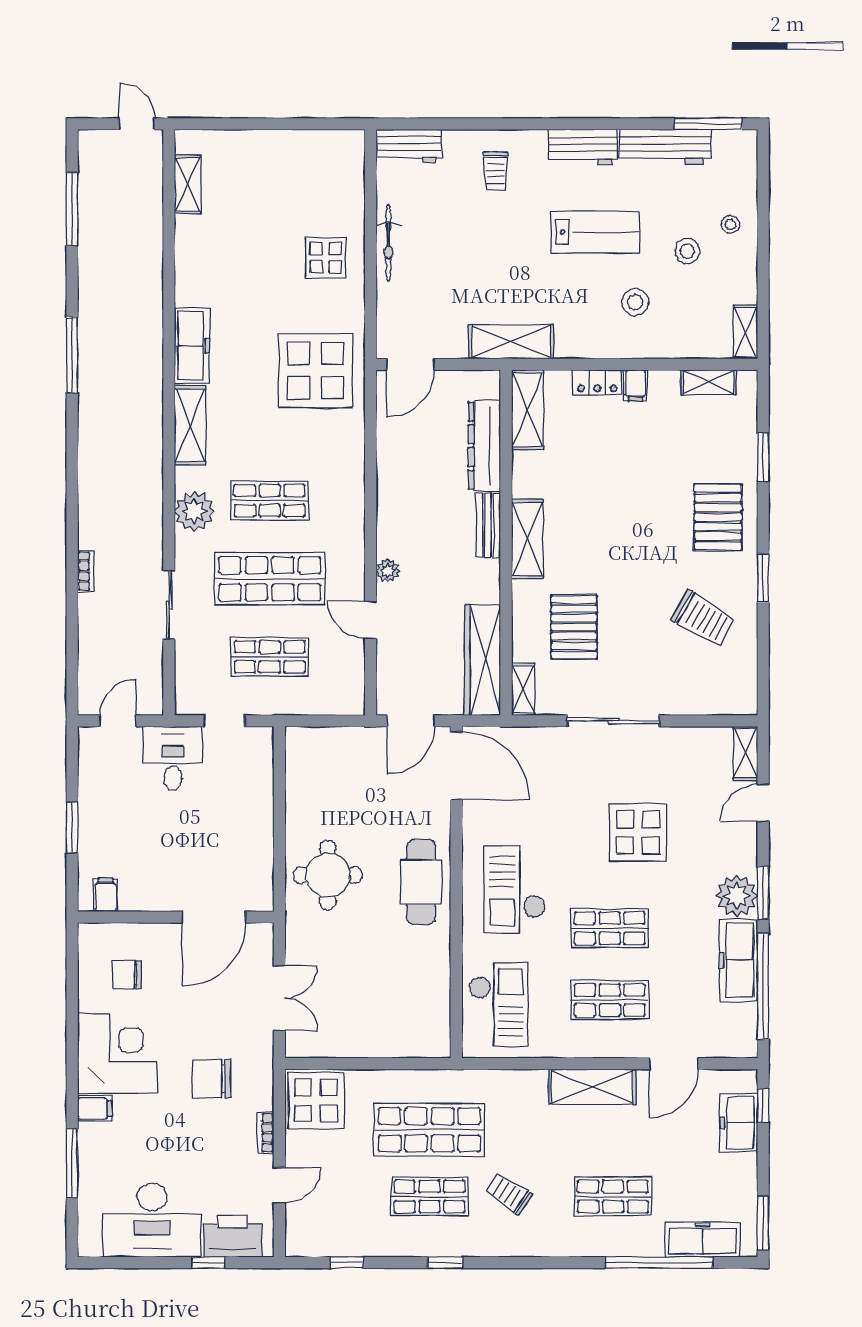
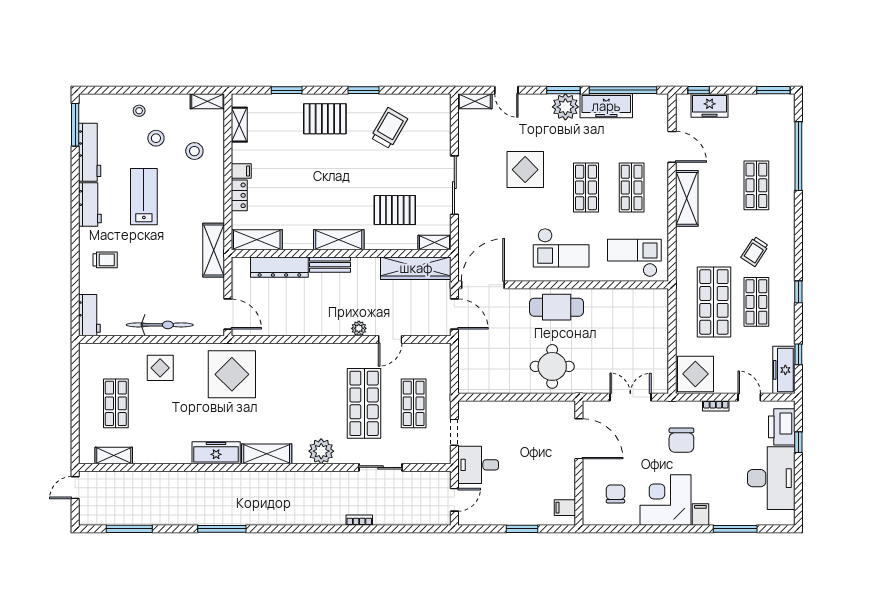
bicycle: (388, 243) -> (160, 325), width x1.37, depth x1.40
stool: (635, 302) -> (194, 151), moved
shop shelf: (270, 501) -> (116, 403), moved
door: (118, 721) -> (454, 500), swing flipped
chair: (127, 975) -> (615, 494), turned 180
freezer: (703, 1240) -> (784, 370), moved

